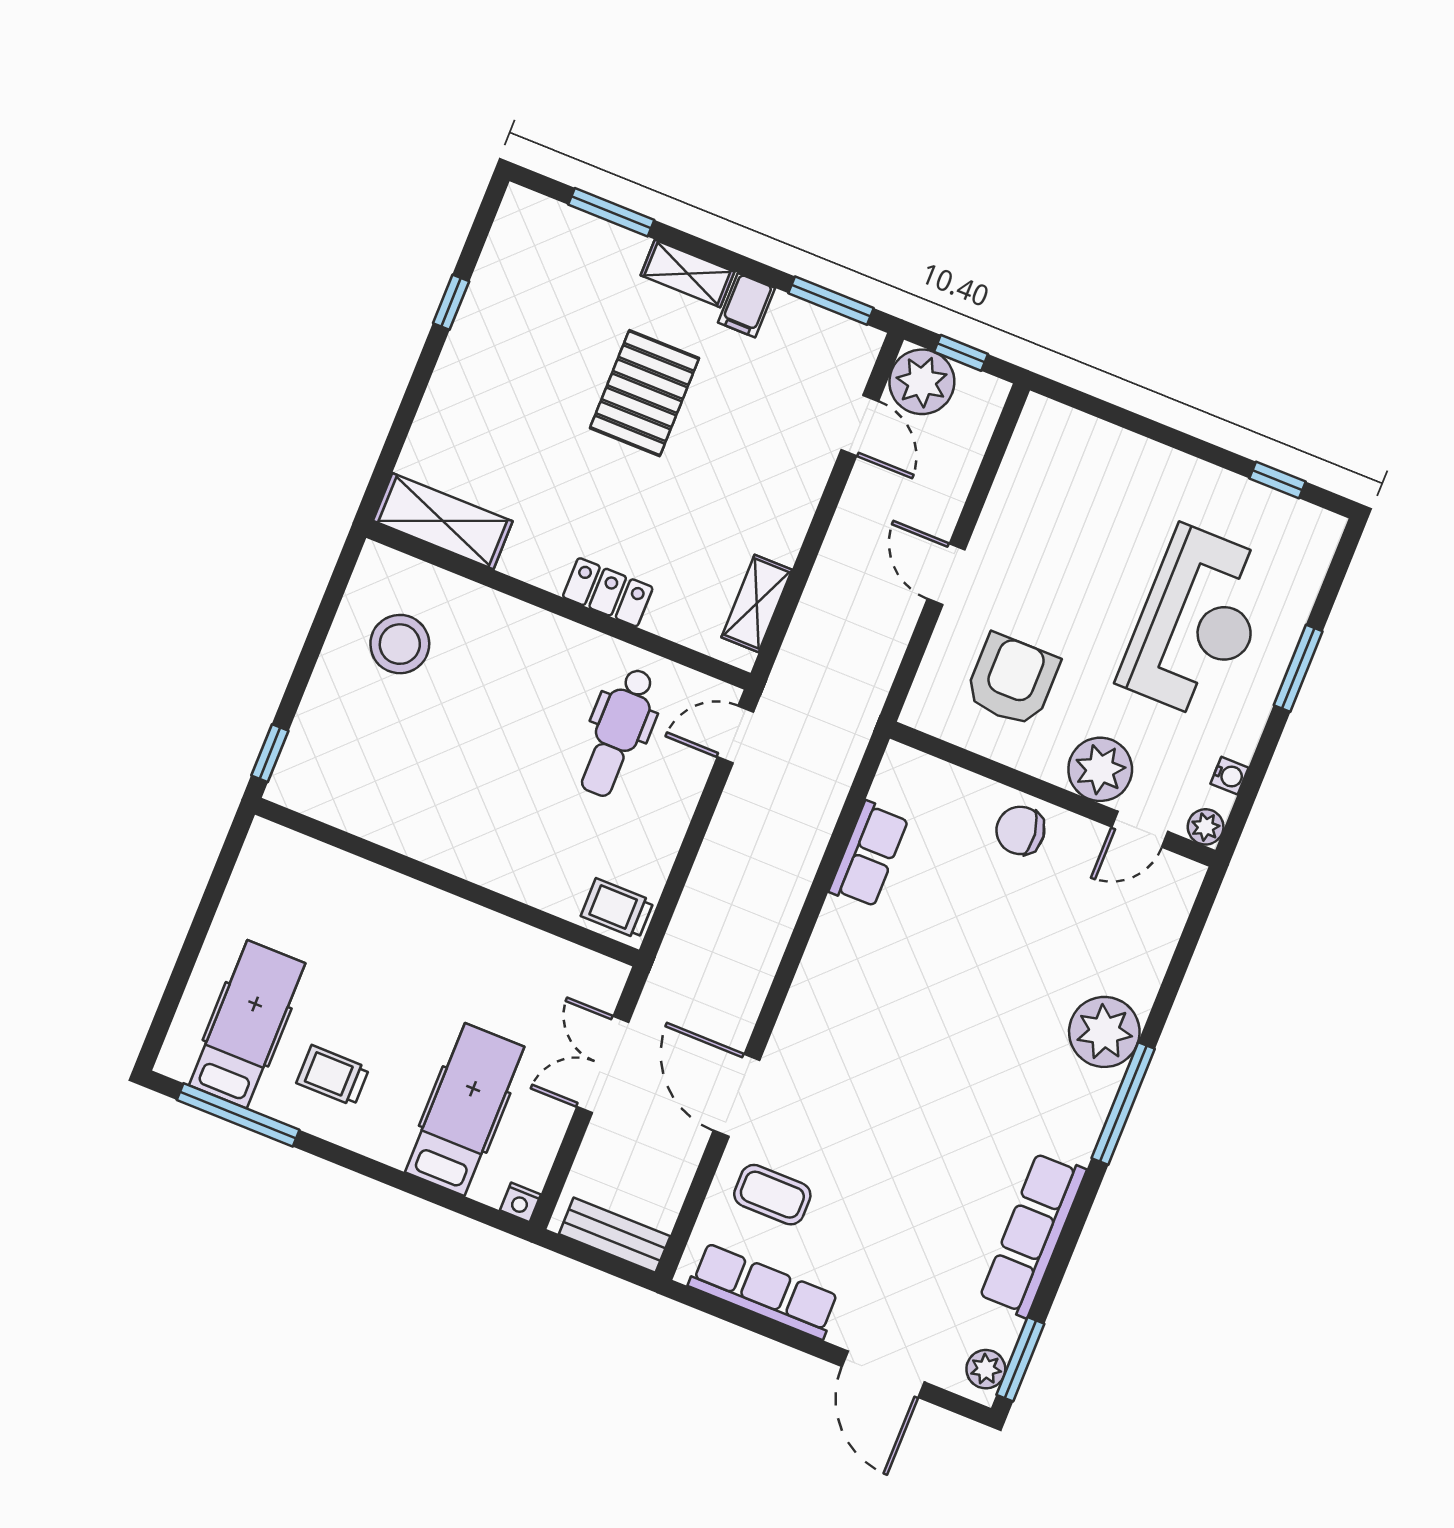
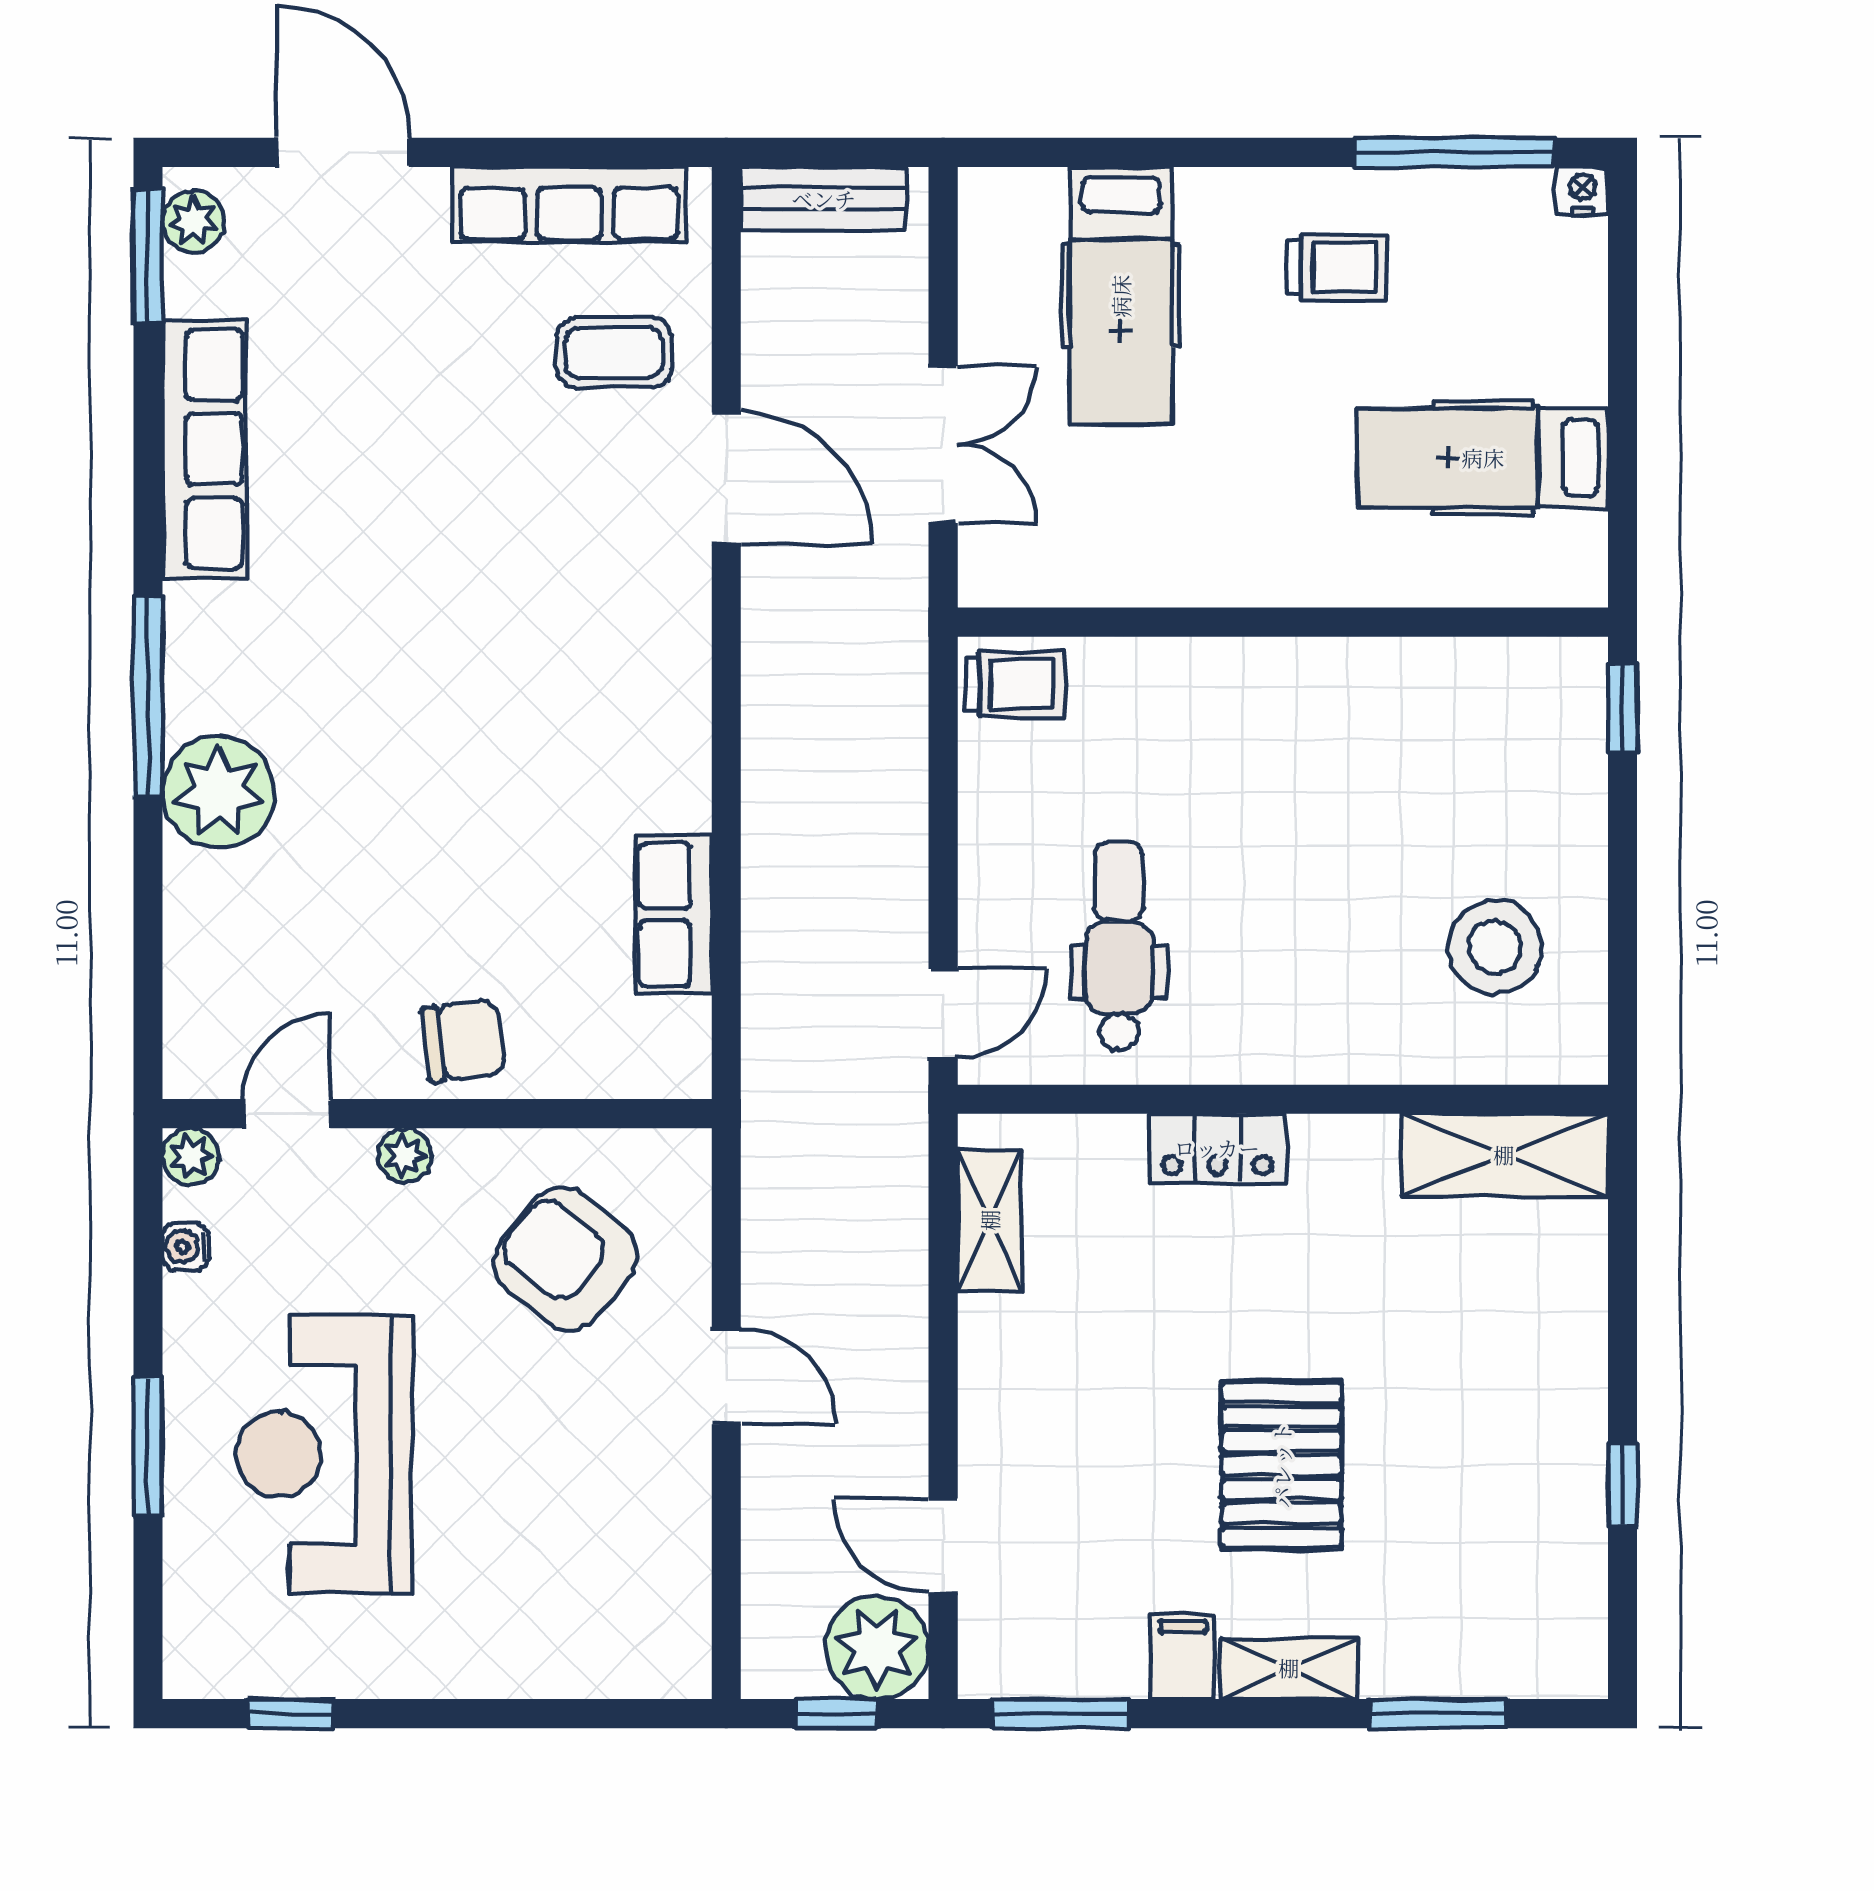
armchair: (1012, 680) -> (565, 1259), turned 129
plant: (1100, 769) -> (405, 1155), width x0.53, depth x0.53
hospital bed: (247, 1024) -> (1483, 458), moved, turned 90
nightstand: (520, 1202) -> (1583, 191), moved

